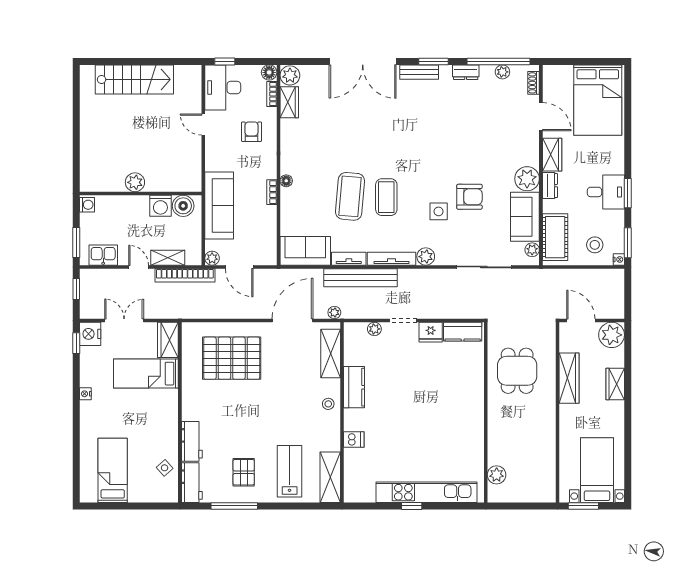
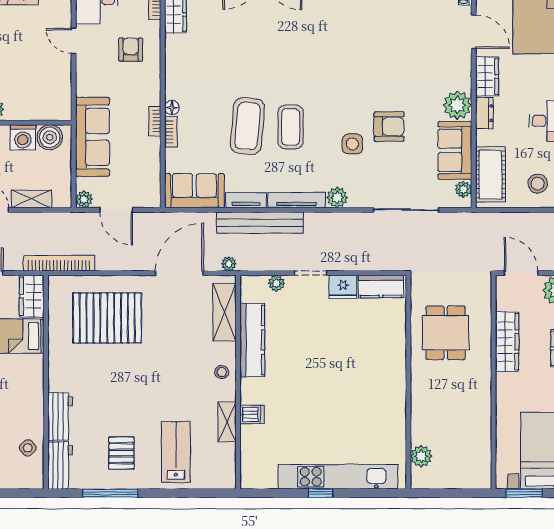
bookcase: (285, 201) -> (171, 132), added
bookcase: (185, 275) -> (59, 263), moved, turned 180
kitchen counter: (354, 387) -> (252, 340), width x1.50
shelving: (330, 477) -> (227, 422), moved, width x0.67, depth x0.75

